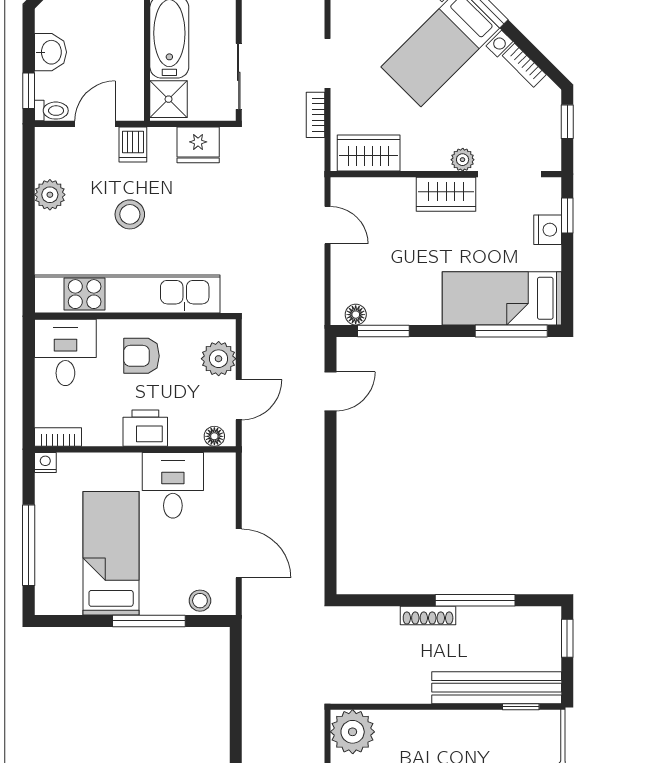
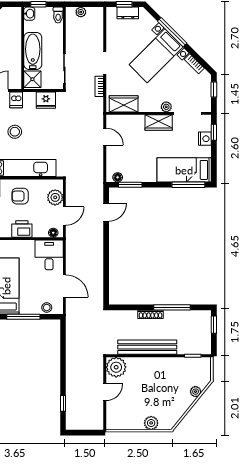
desk: (173, 485) -> (49, 255), moved
bench: (497, 688) -> (147, 347), moved

